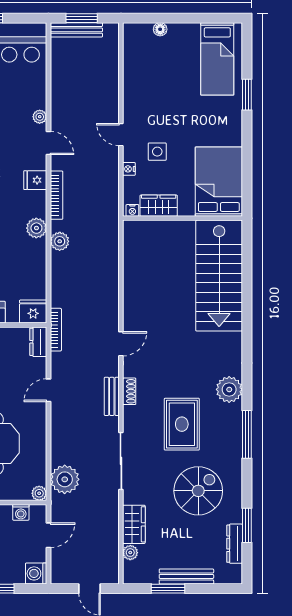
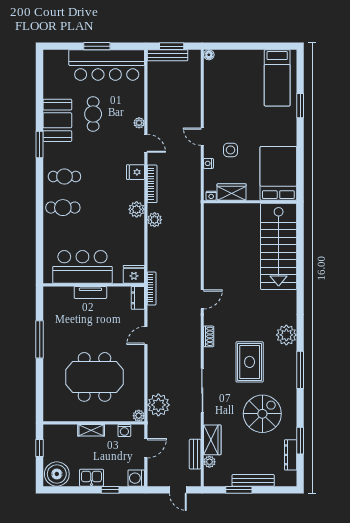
floor lamp: (160, 29) -> (209, 55), moved
bench: (112, 396) -> (195, 454), moved

